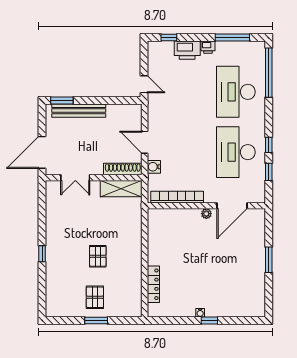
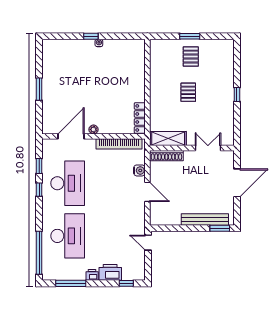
shoe rack: (123, 169) -> (166, 156), moved
double door: (75, 178) -> (208, 148), moved
wall: (94, 178) -> (192, 148), moved
shelving: (121, 189) -> (168, 139), moved
locker: (153, 284) -> (140, 118), moved

